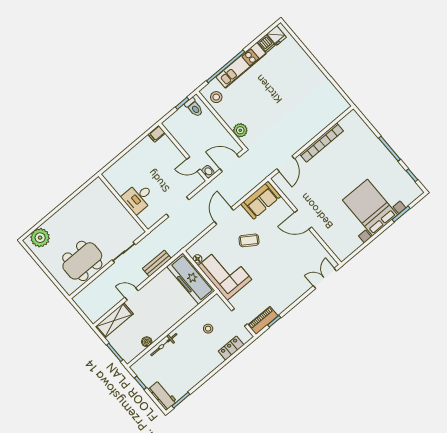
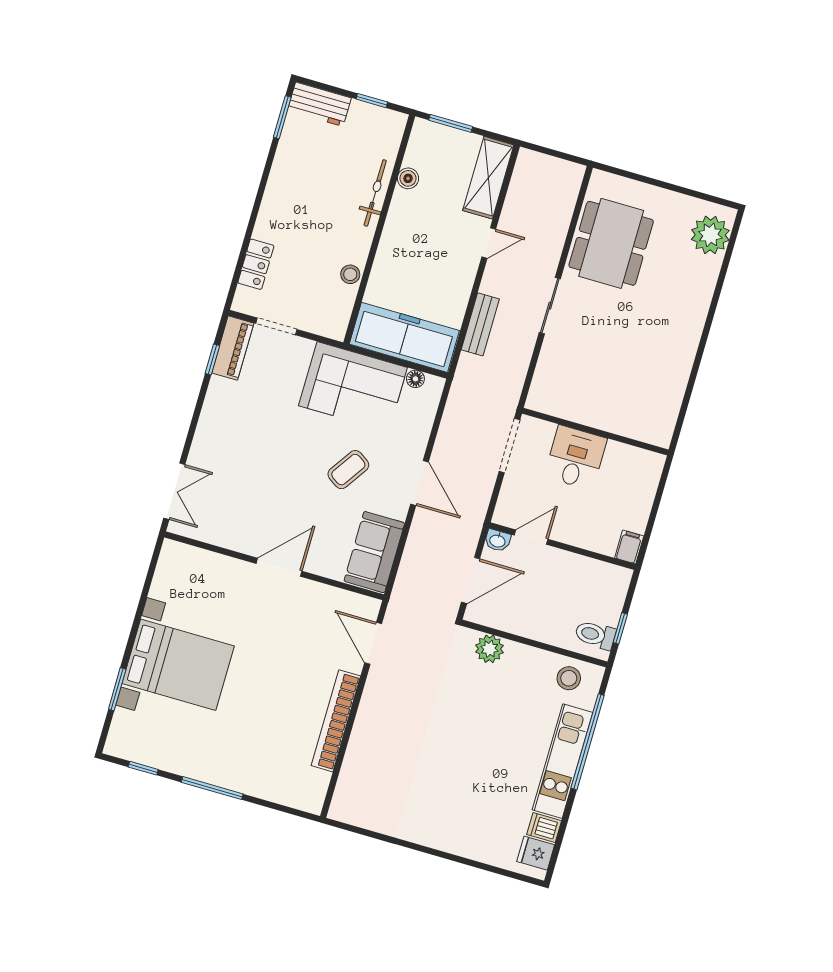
desk: (138, 198) -> (576, 458), moved
wall: (123, 203) -> (595, 432), moved
stool: (208, 329) -> (350, 274), moved

